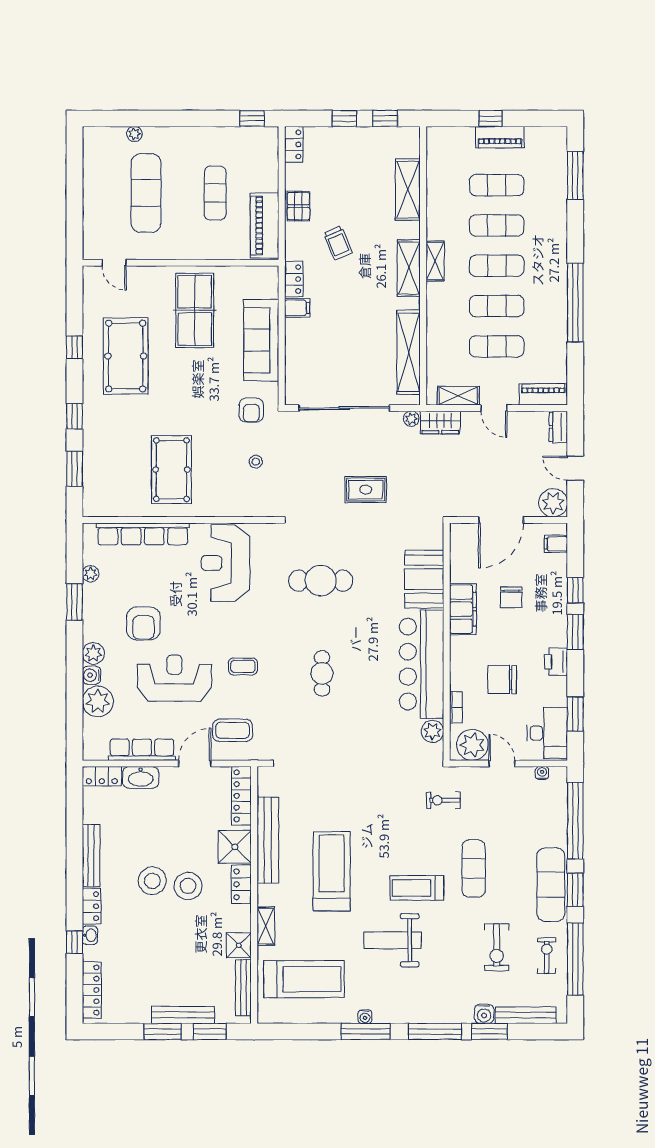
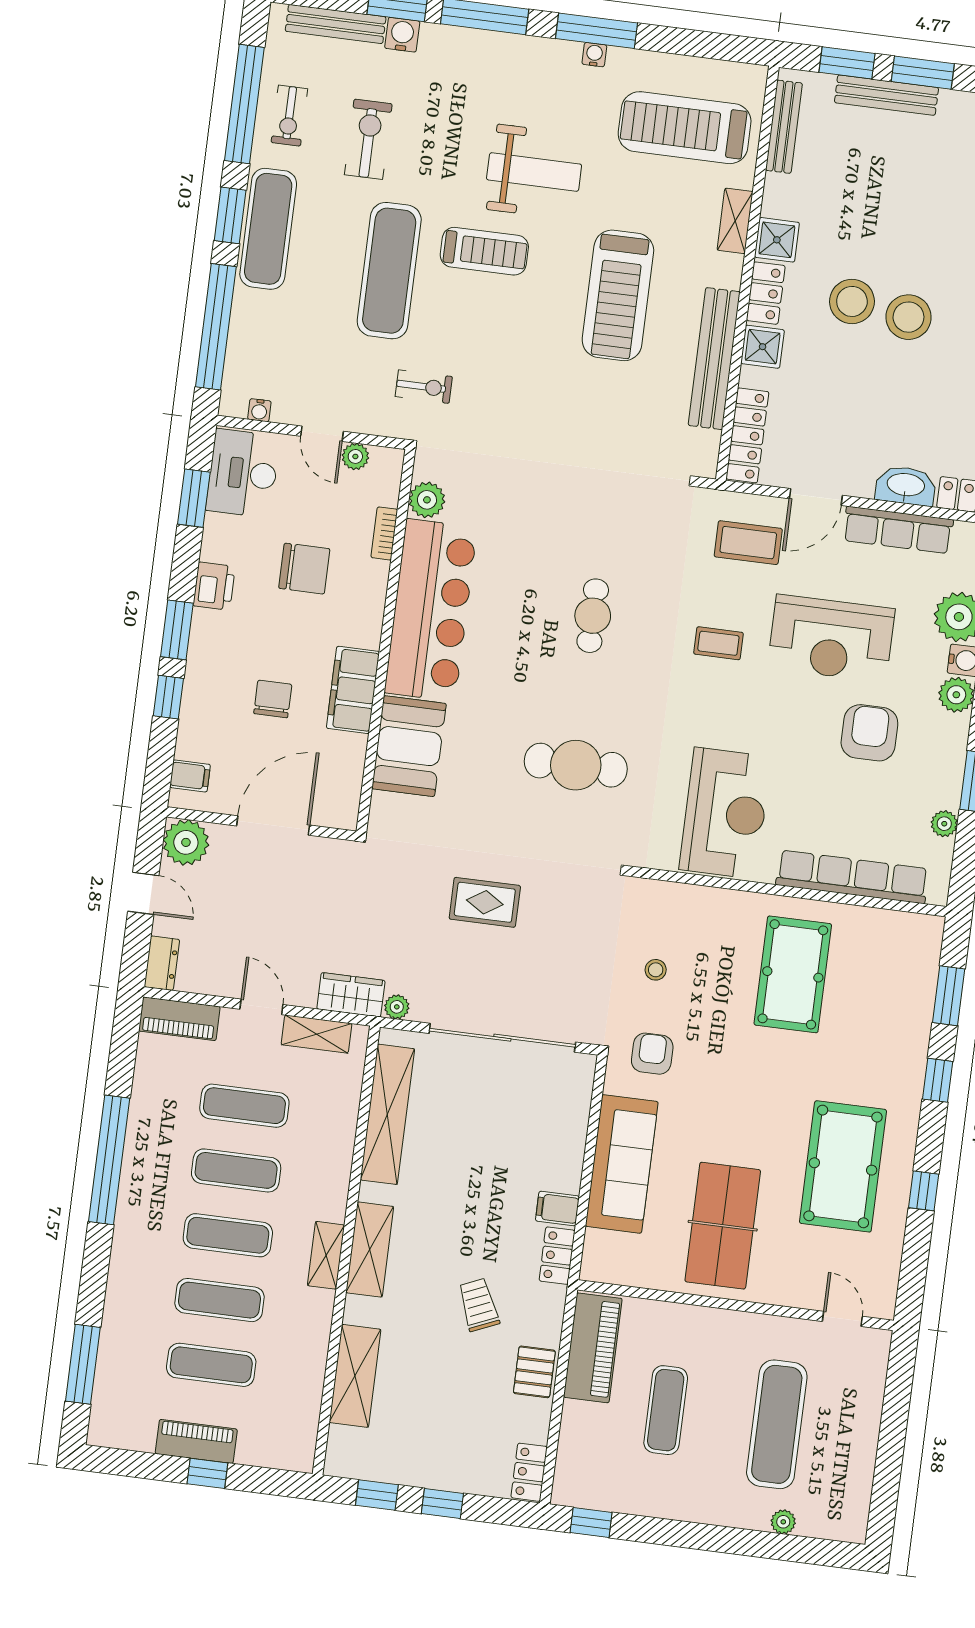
plant: (472, 745) -> (355, 456), width x0.53, depth x0.53
shower: (235, 847) -> (763, 347), width x0.73, depth x0.73
exercise mat: (474, 869) -> (389, 271), width x1.36, depth x1.45
shower: (239, 945) -> (777, 240), moved

